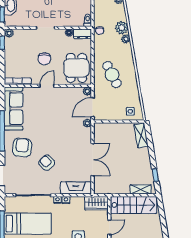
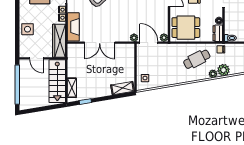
cafe table: (112, 75) -> (197, 59), moved
wardrobe: (96, 203) -> (59, 41), width x1.50

